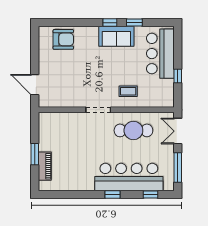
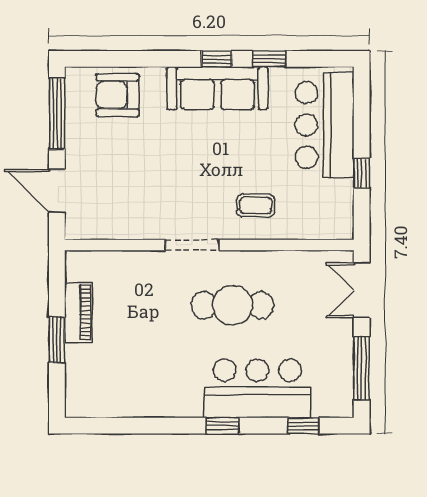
sofa: (116, 36) -> (217, 88), width x1.36
armchair: (63, 39) -> (118, 95), turned 180
window: (35, 48) -> (57, 113), added
cafe table: (133, 130) -> (233, 305), moved
piano: (45, 166) -> (78, 312), moved
bar counter: (129, 177) -> (257, 388), width x0.73

